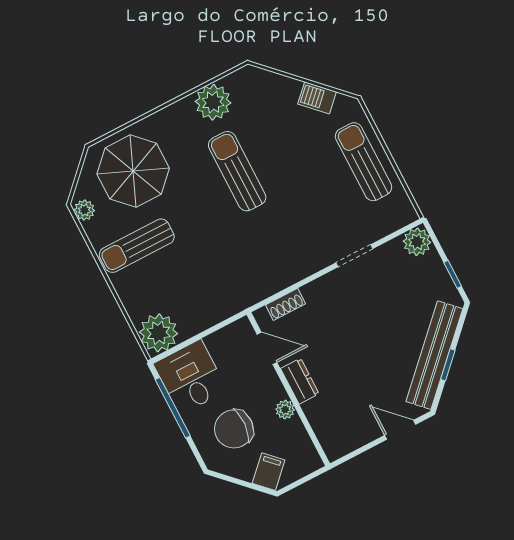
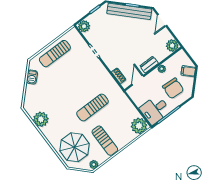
sun lounger: (237, 171) -> (92, 107), moved
plant: (336, 444) -> (172, 46), added

